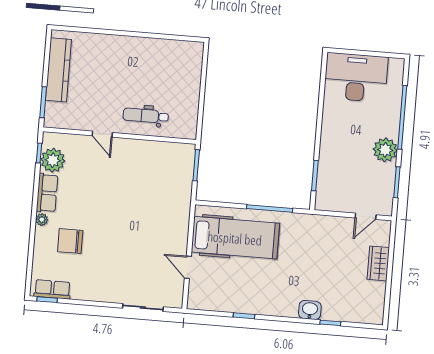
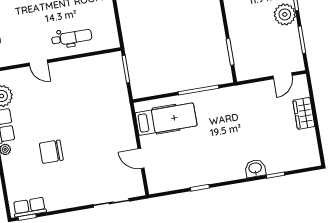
dental chair: (146, 116) -> (72, 37), turned 180
hospital bed: (235, 238) -> (166, 119), width x0.73, depth x0.78
chair: (70, 241) -> (51, 152), moved

